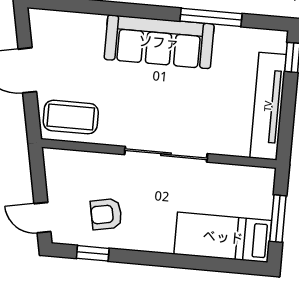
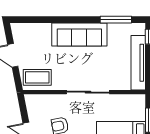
window: (211, 17) -> (116, 20), moved

